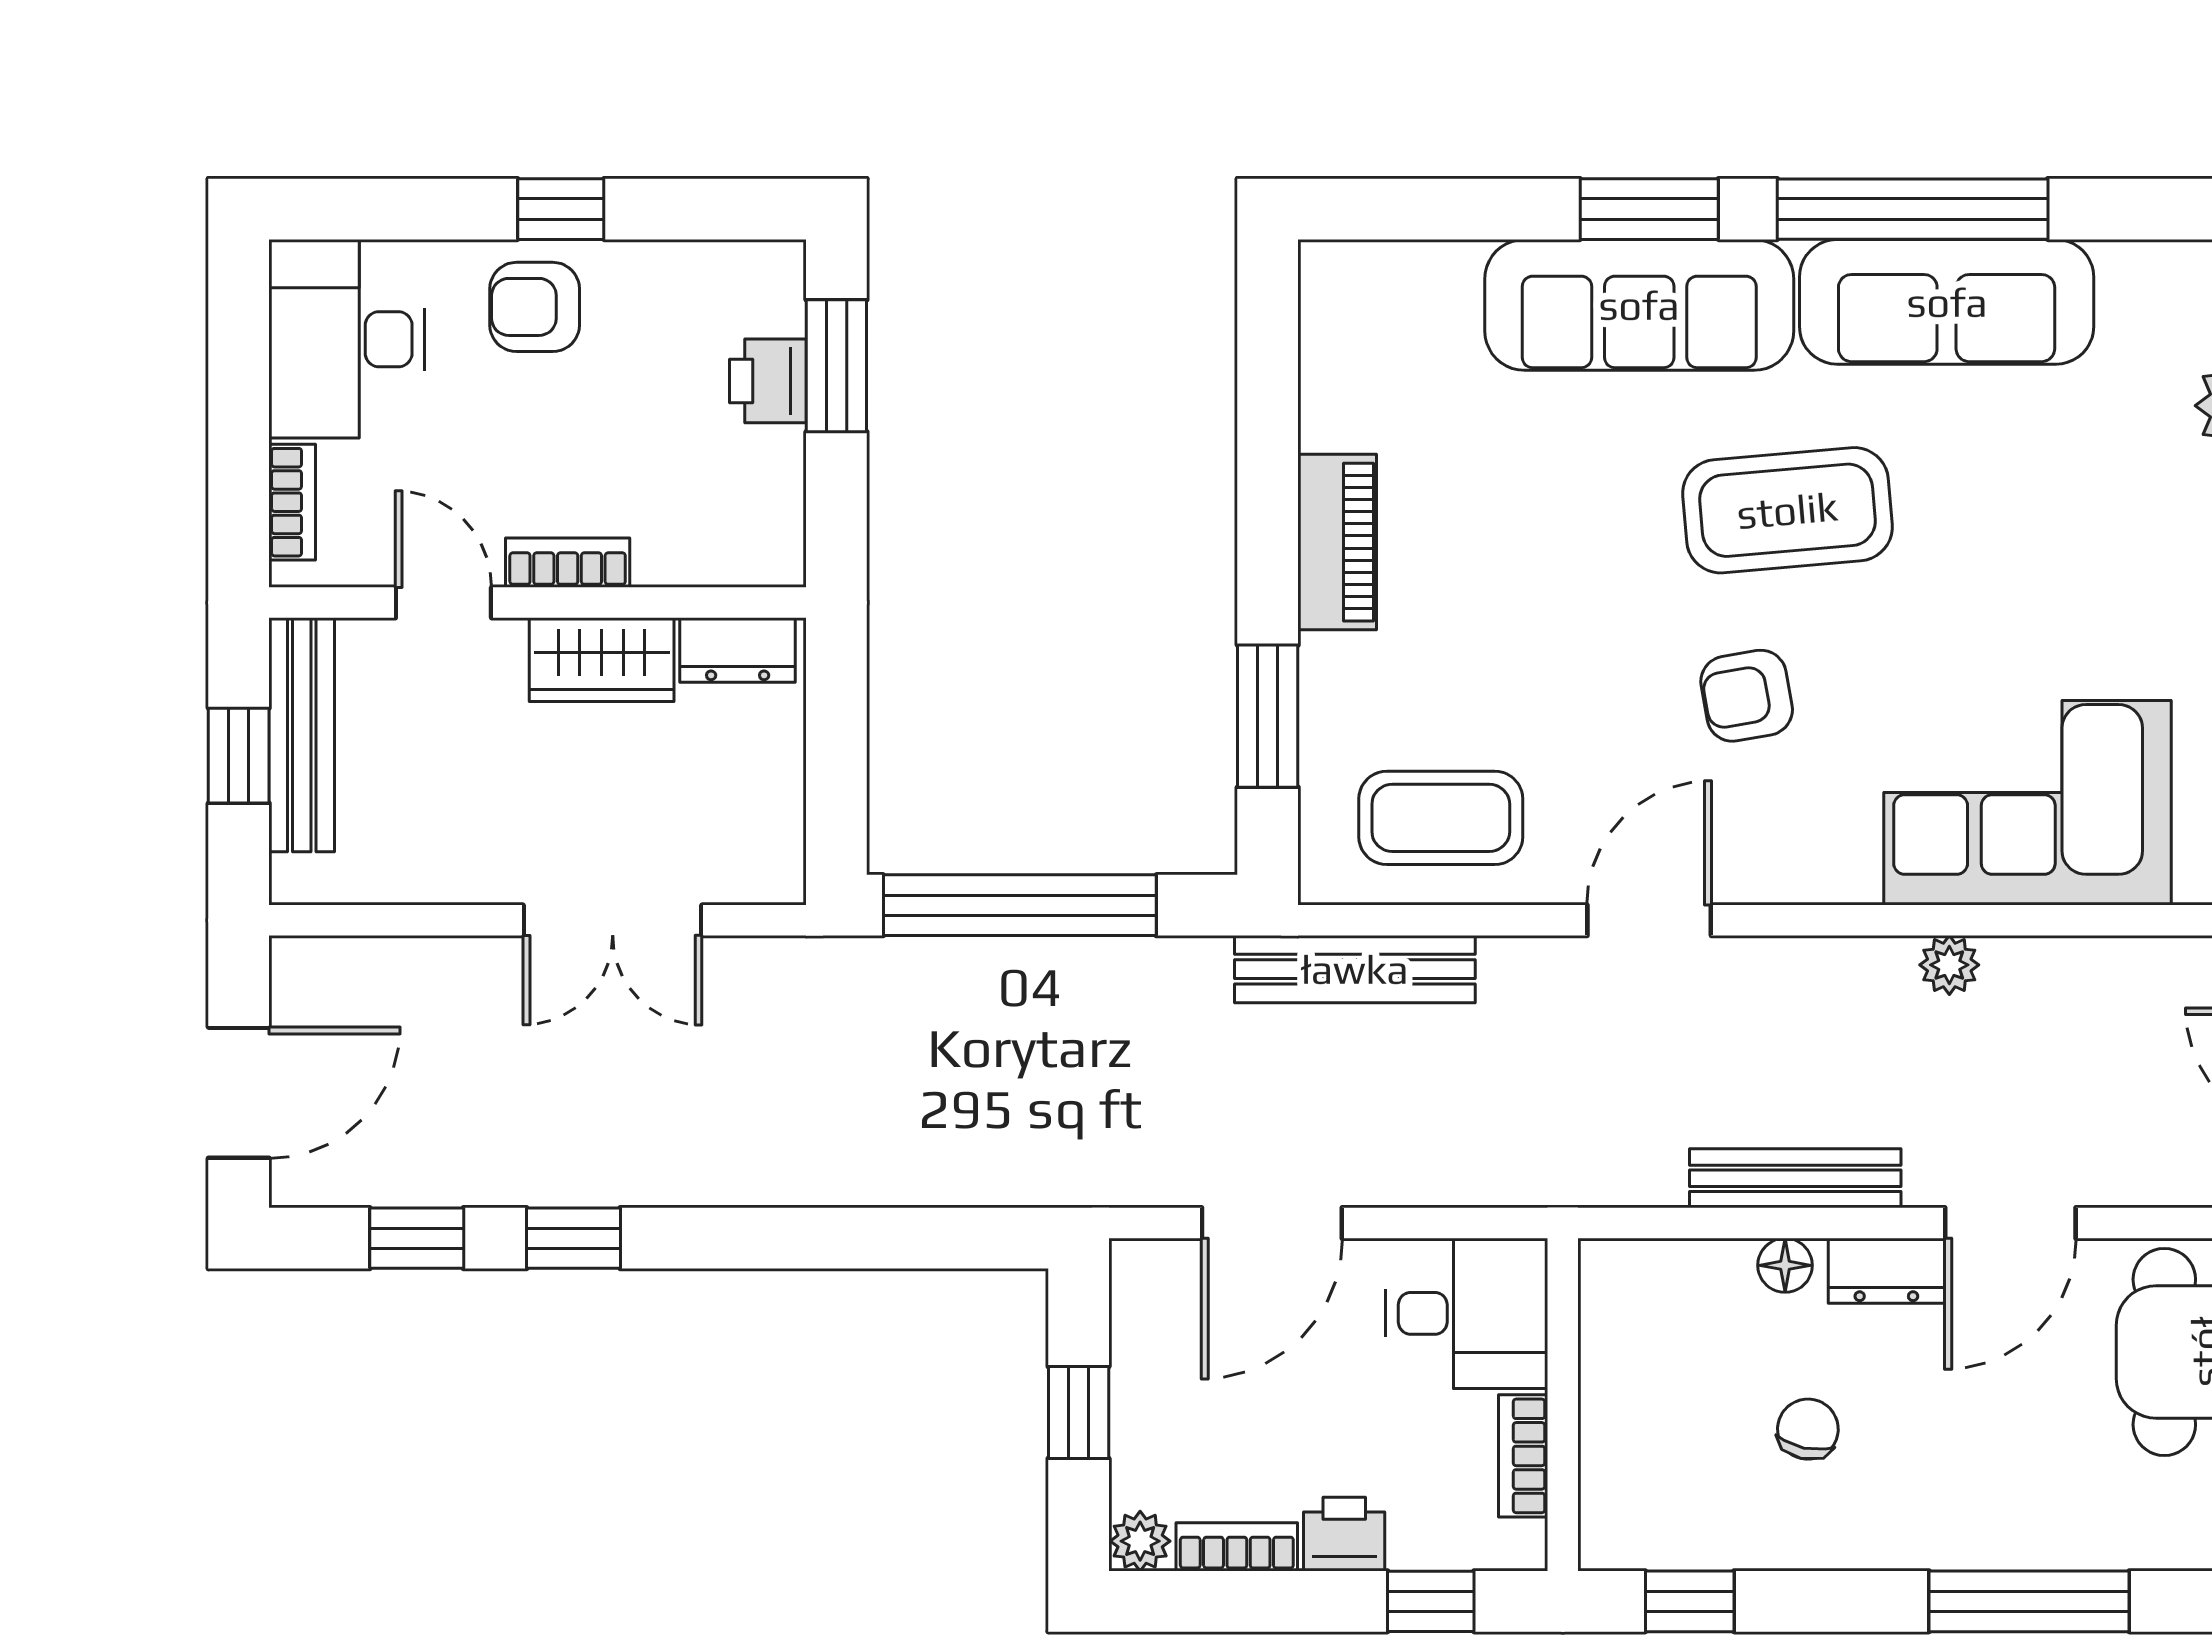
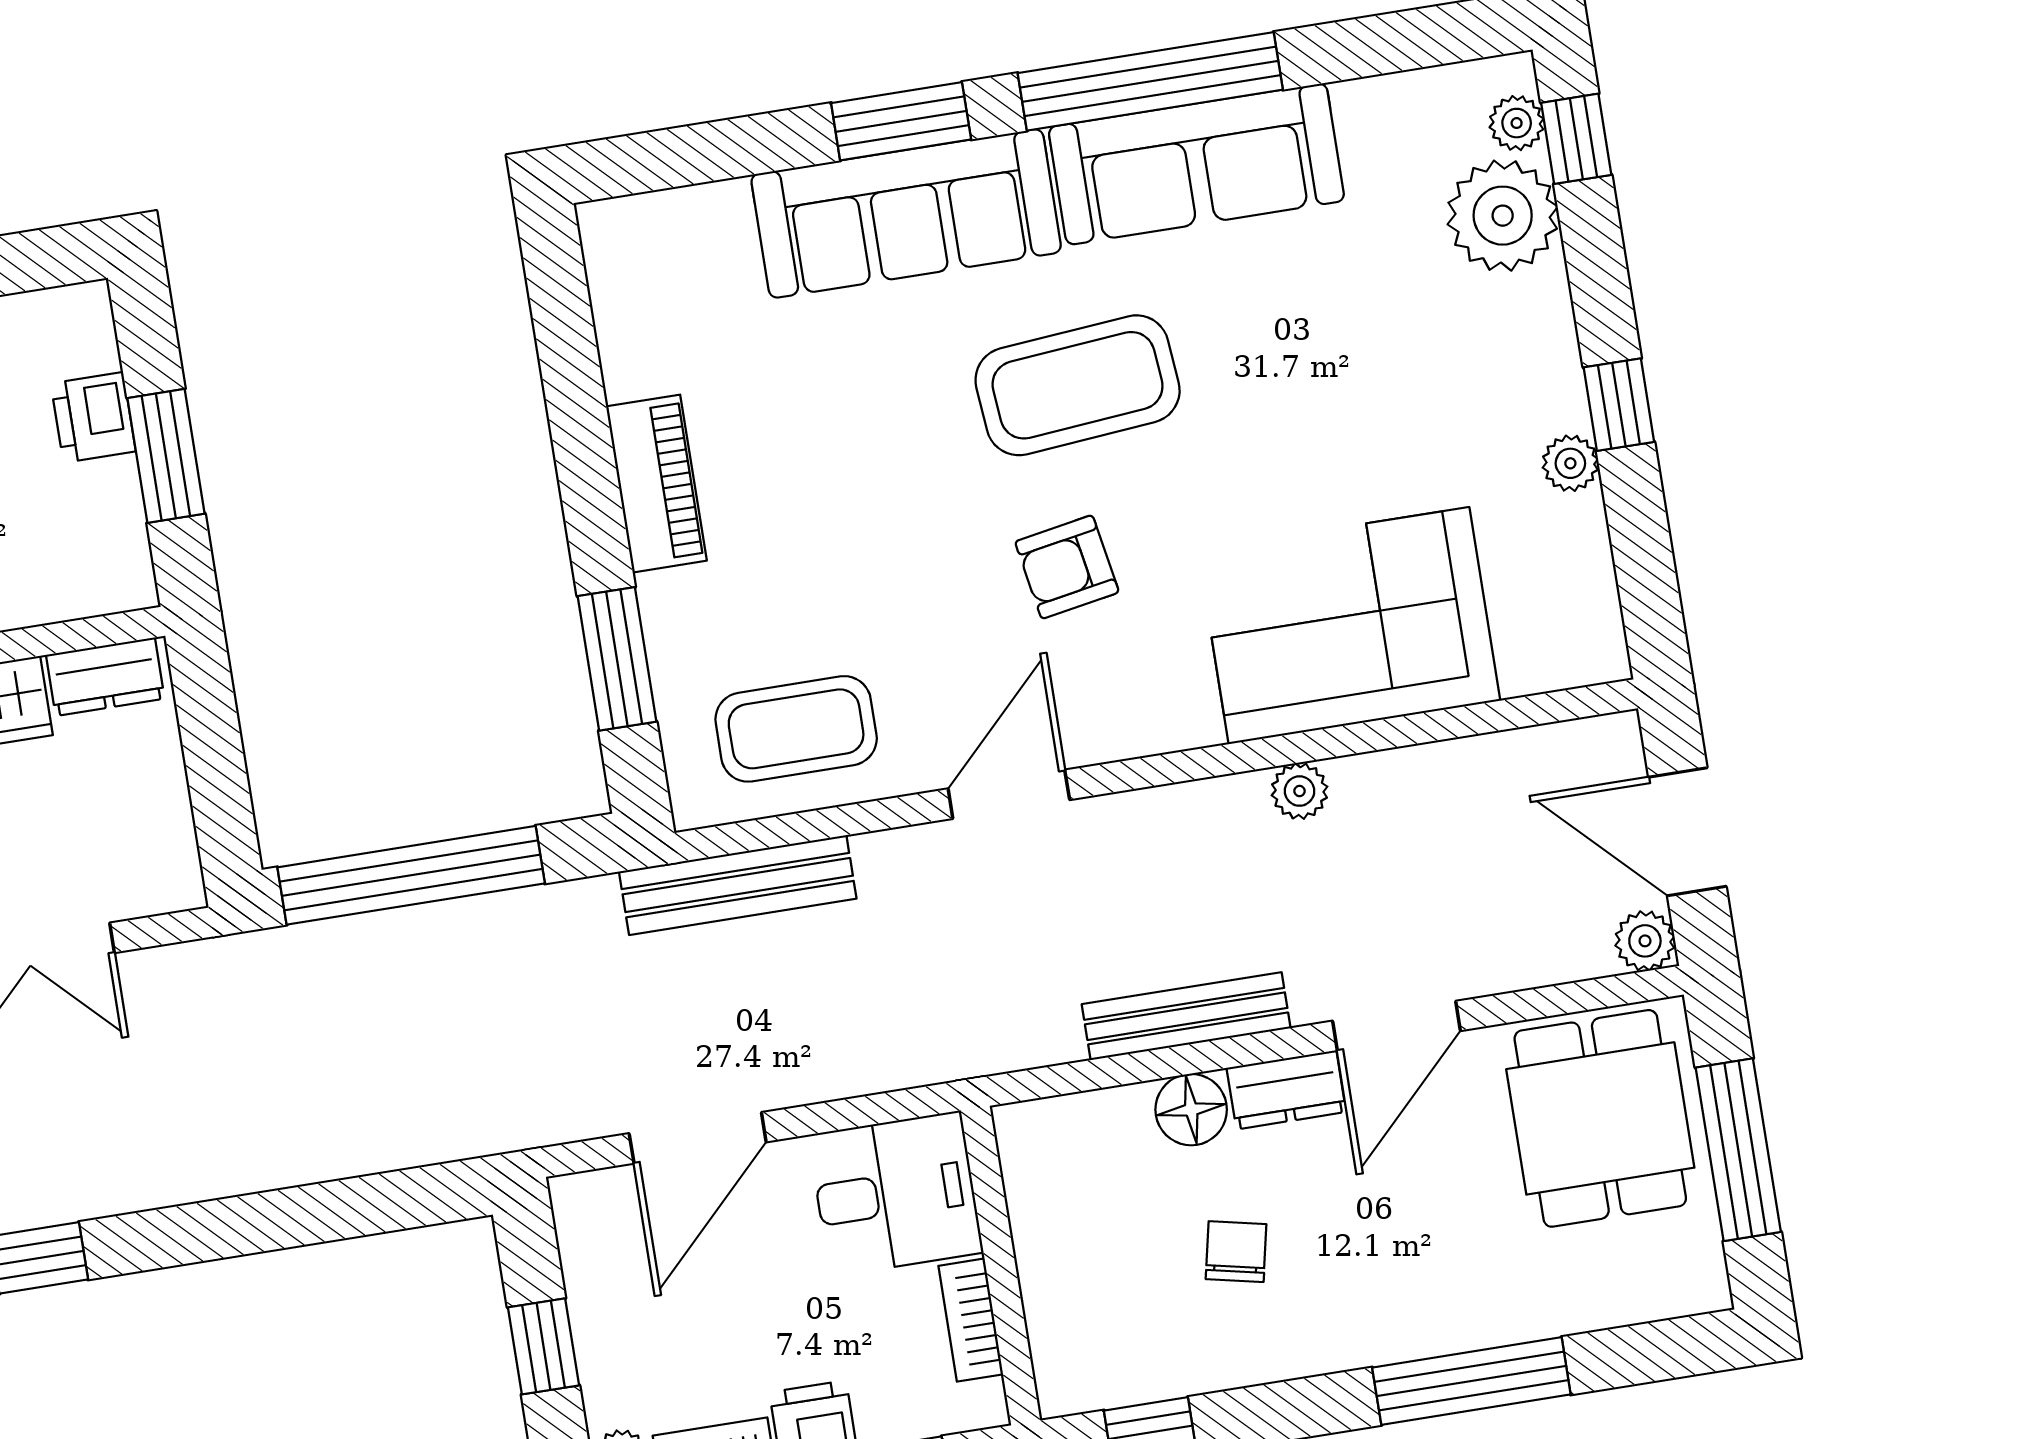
window: (836, 366) -> (166, 456), moved
floor lamp: (1785, 1265) -> (1191, 1110), width x1.37, depth x1.37

